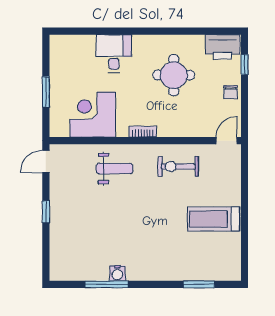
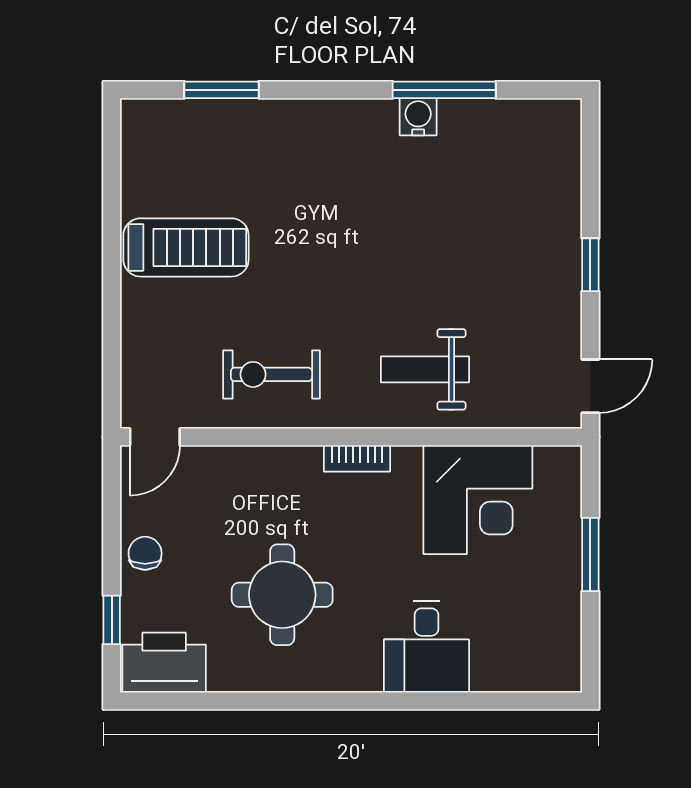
exercise bike: (178, 166) -> (271, 374), turned 180

